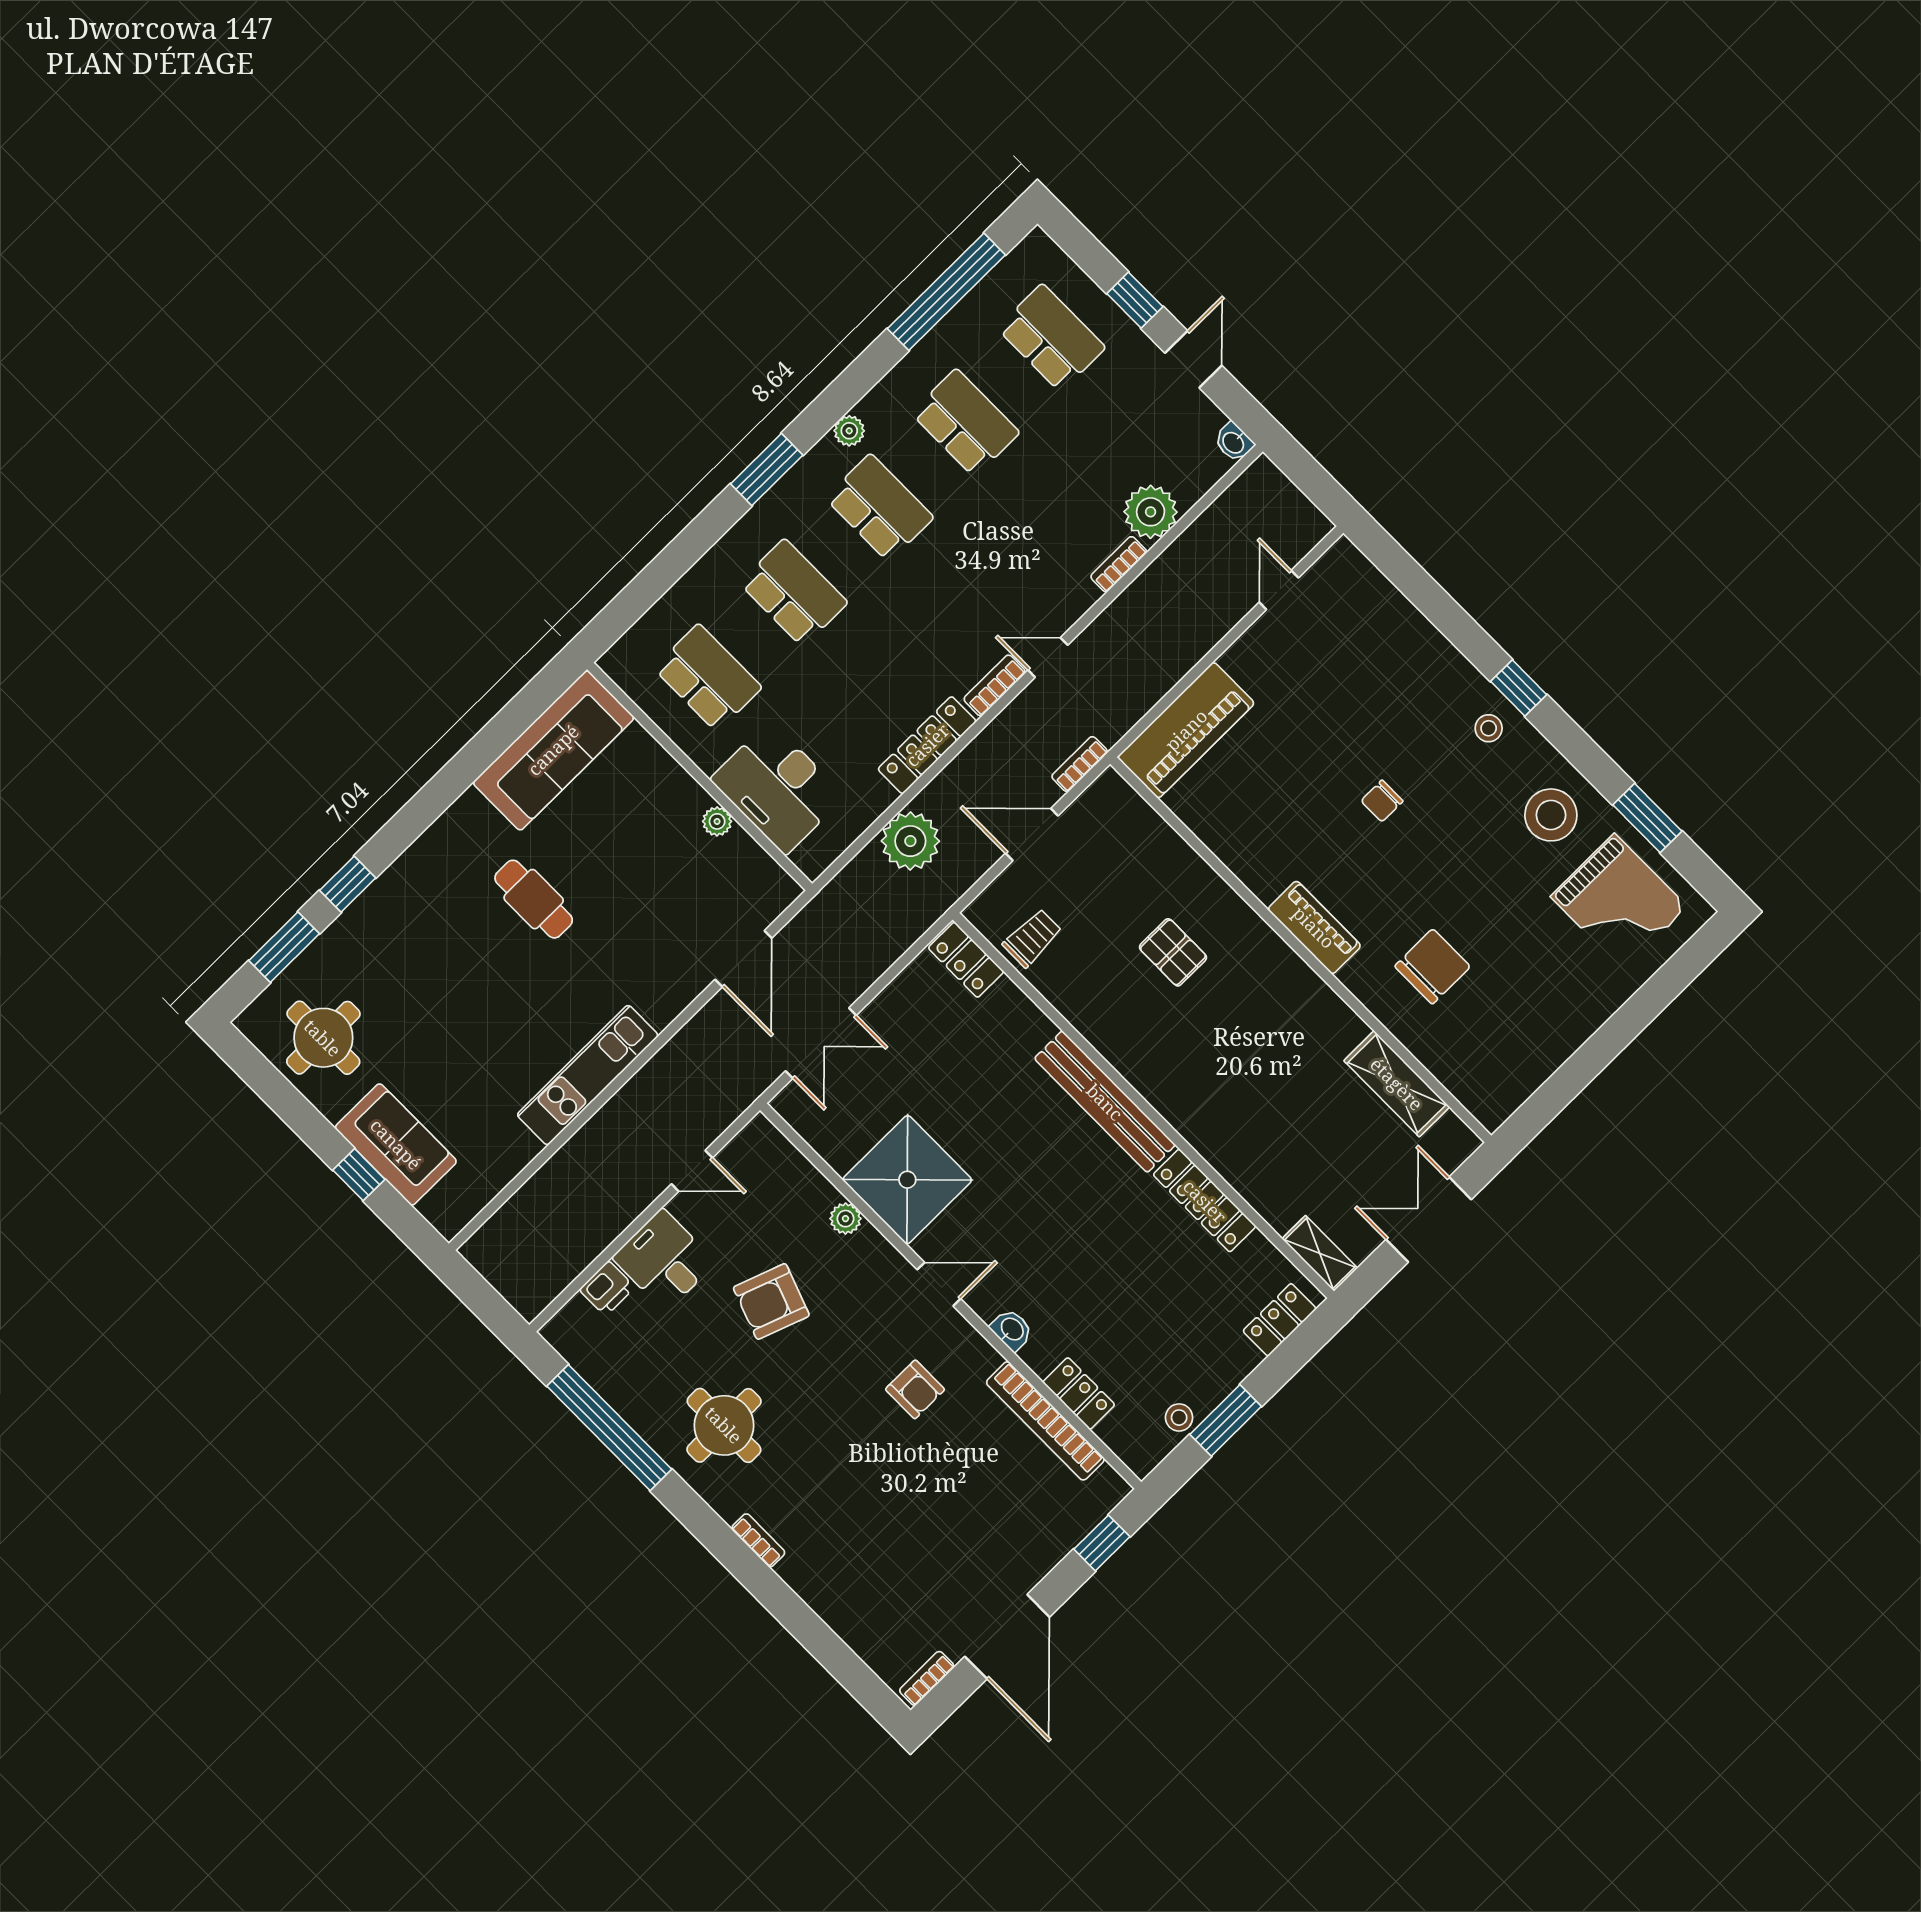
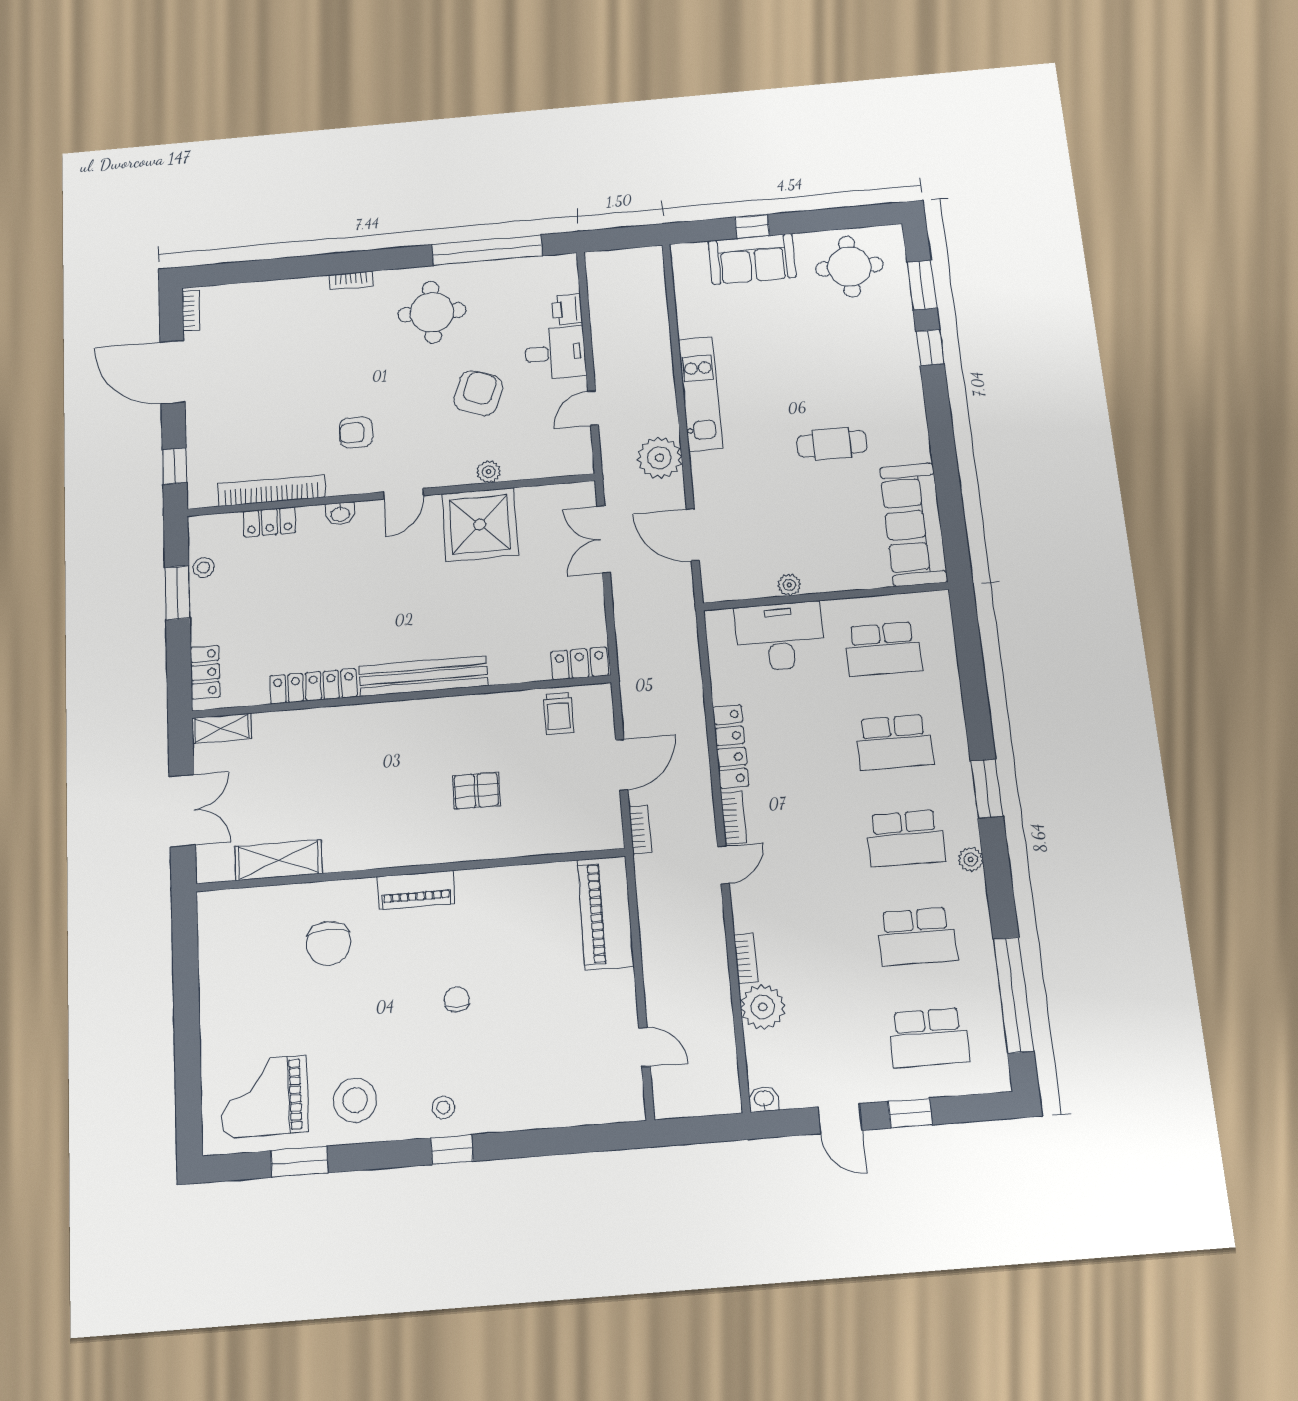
plant: (910, 841) -> (659, 458), moved

